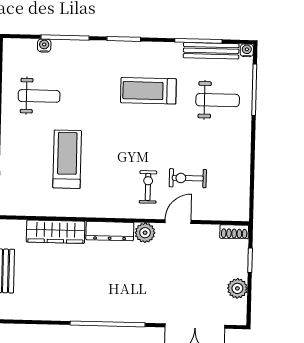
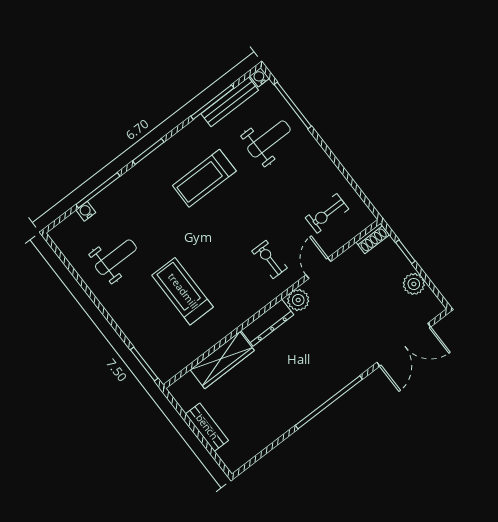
exercise bike: (188, 178) -> (327, 213), moved

